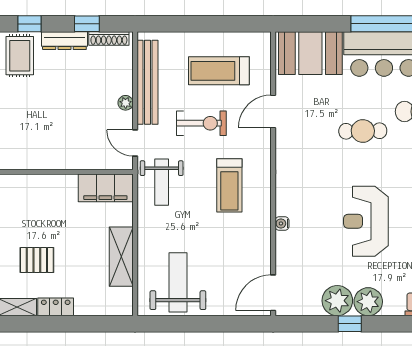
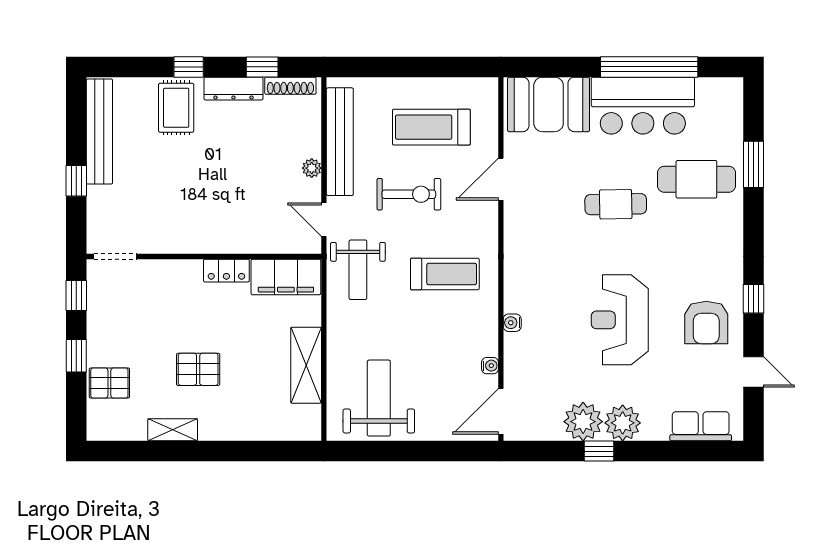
treadmill: (229, 185) -> (445, 274), turned -90
water cooler: (265, 257) -> (490, 366), added
locker: (56, 307) -> (226, 271), moved, turned 180

